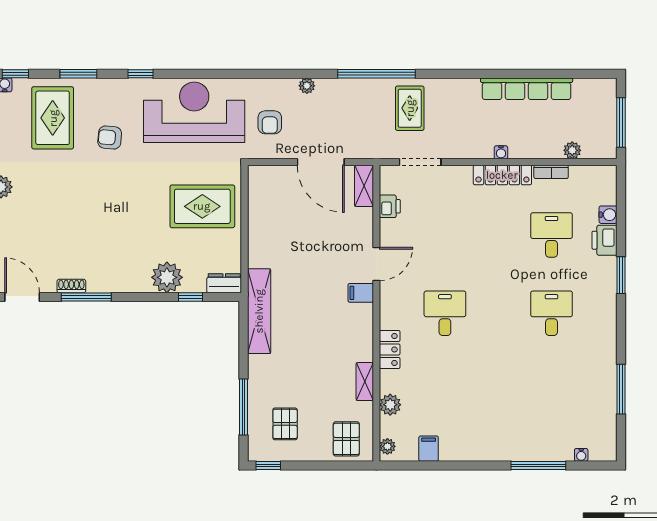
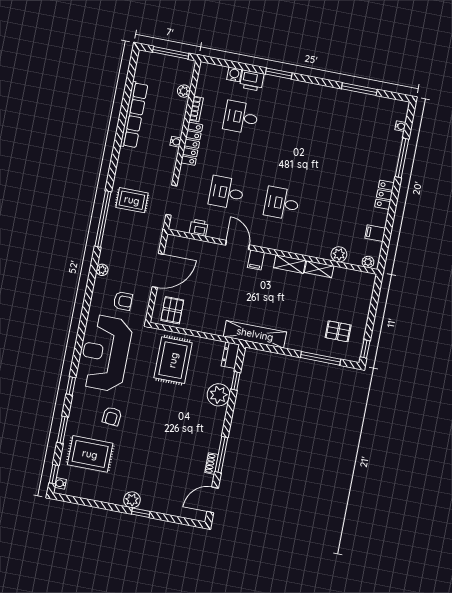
shelving: (364, 186) -> (290, 264), moved
desk: (552, 313) -> (226, 193), moved
locker: (390, 349) -> (384, 195), moved, turned -90
pallet: (346, 439) -> (172, 310), moved, turned 90

